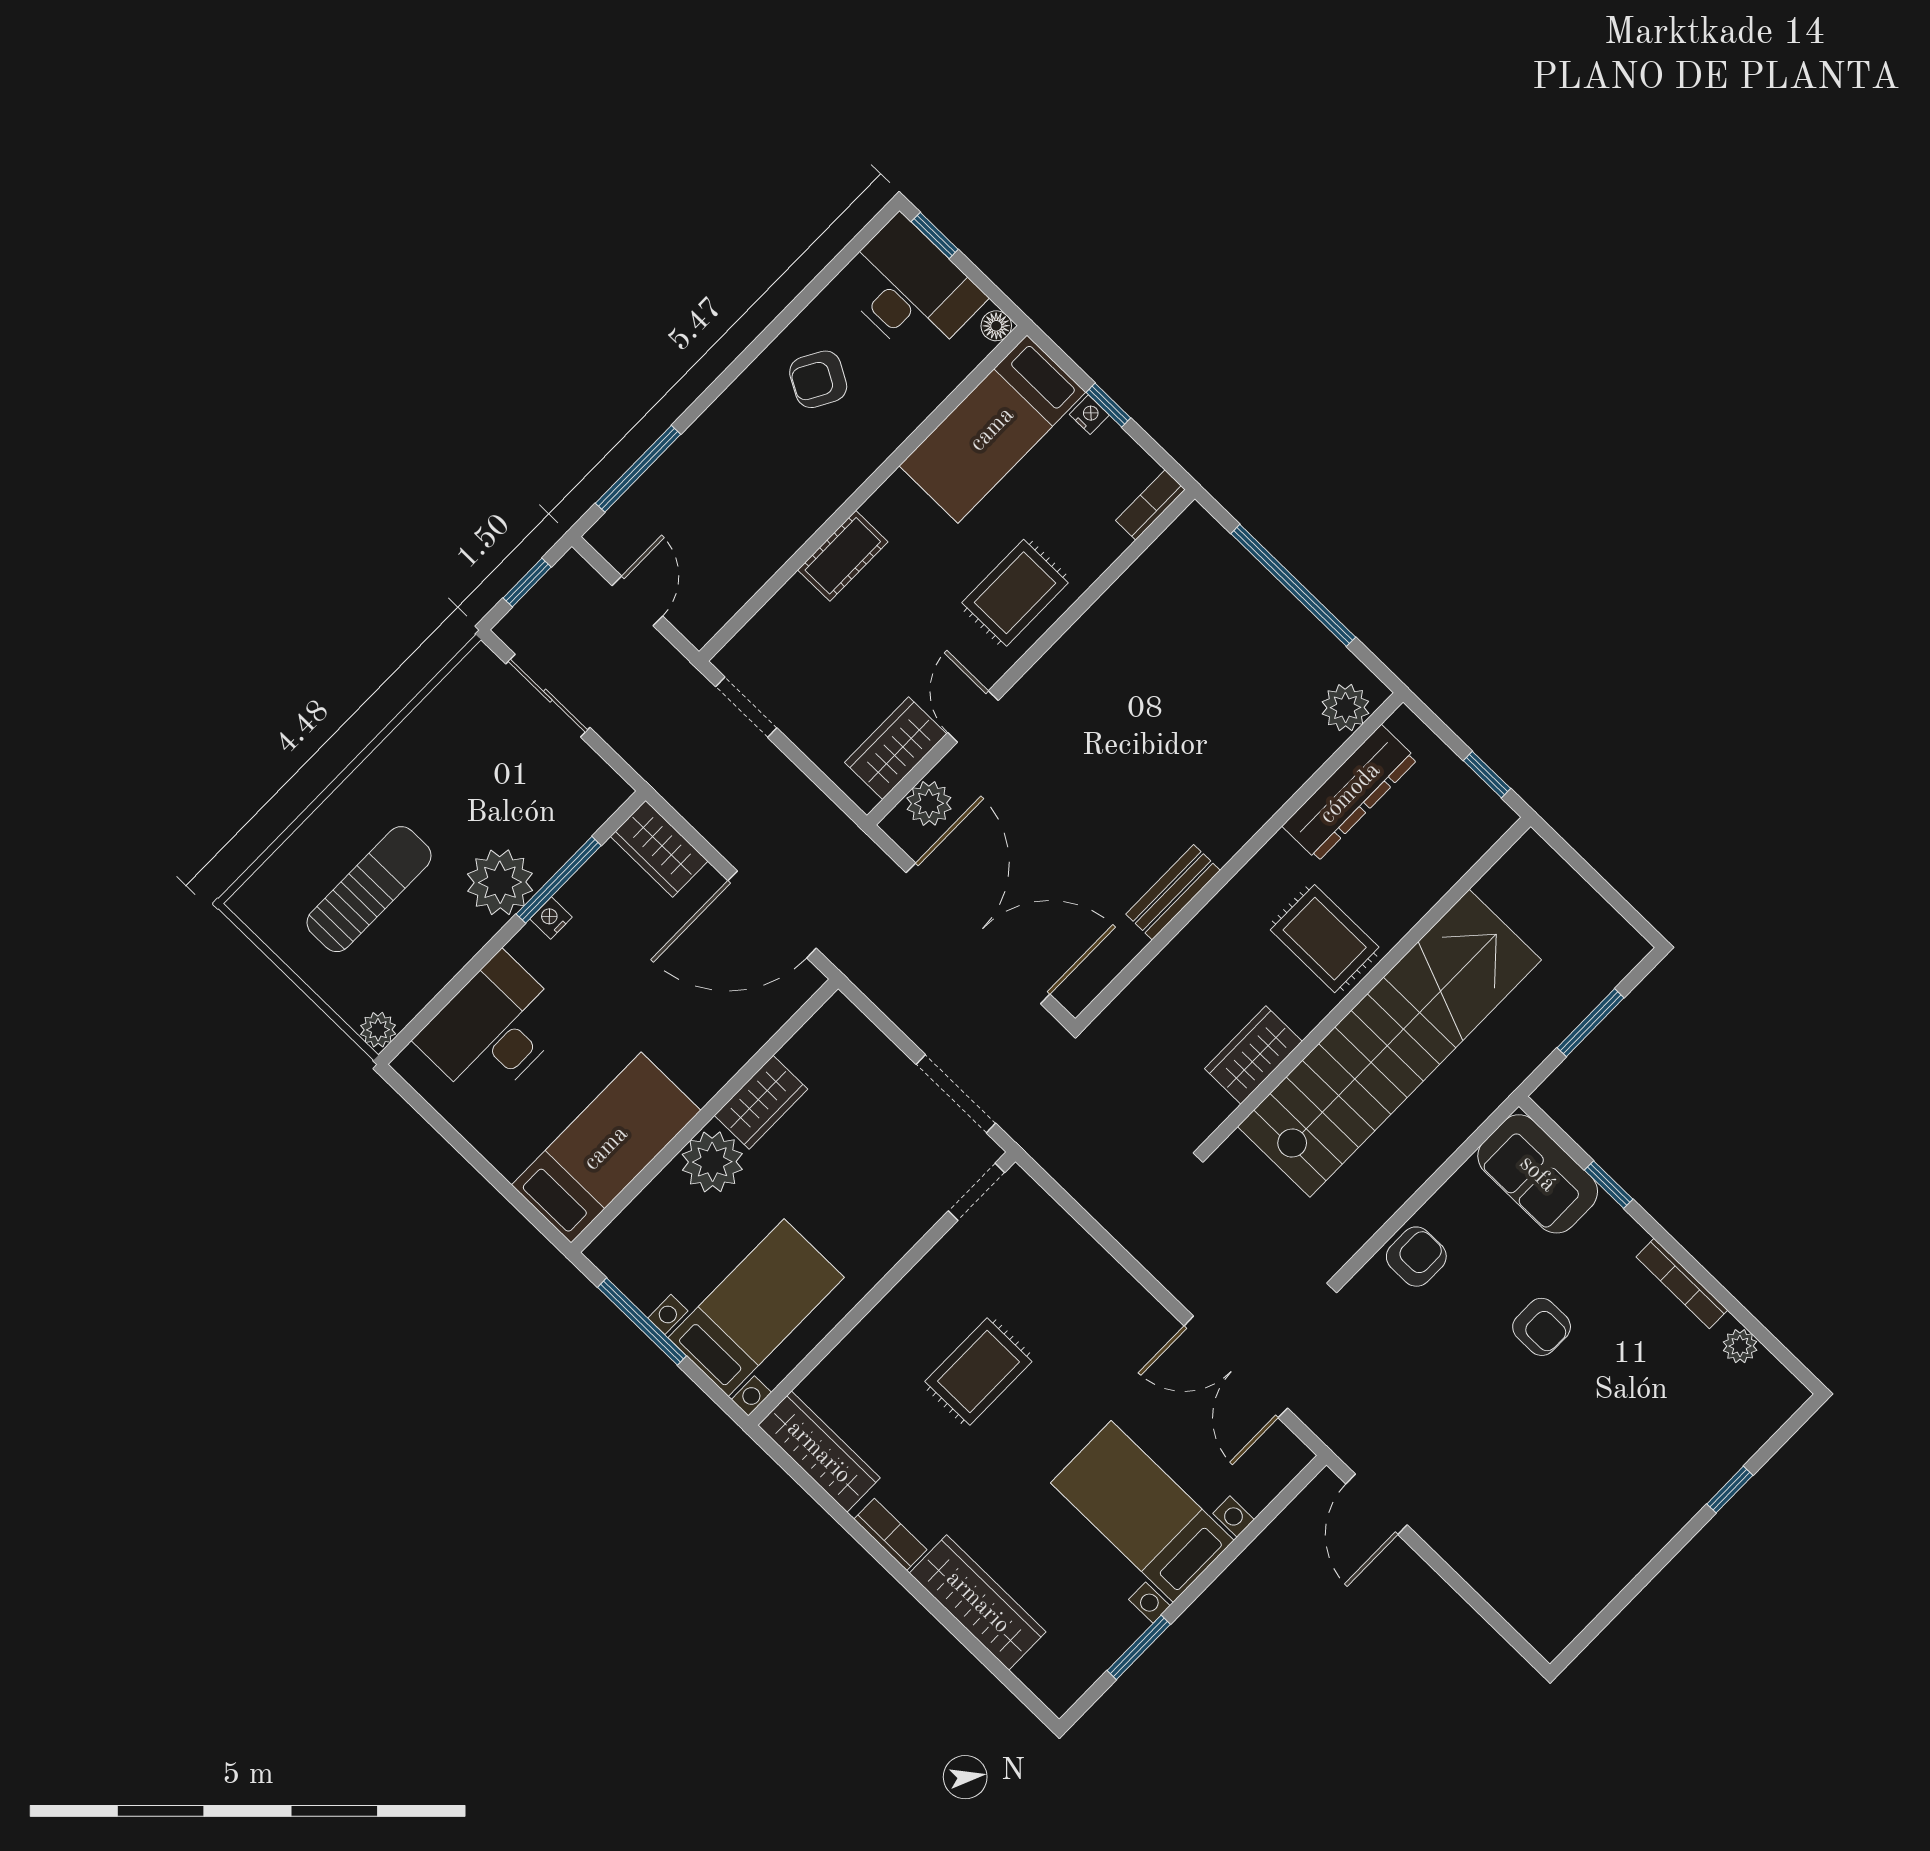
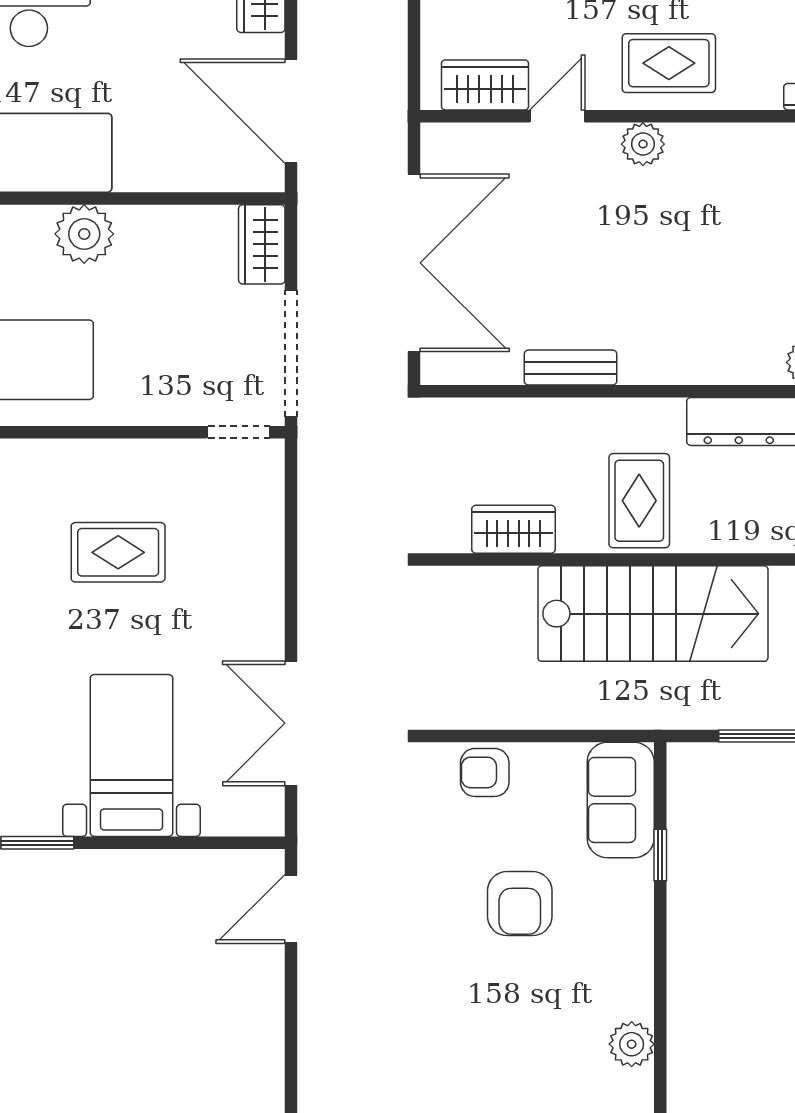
plant: (929, 803) -> (643, 144), moved
stairs: (1389, 1043) -> (653, 614), width x0.73
doorway: (956, 1094) -> (291, 354), width x1.36
wardrobe: (761, 1102) -> (262, 244), moved, turned 90
armchair: (1416, 1257) -> (485, 772), turned 180
bookcase: (1682, 1284) -> (642, 970), removed
armchair: (1542, 1327) -> (520, 904), width x1.38, depth x1.38
plant: (1740, 1346) -> (632, 1044), width x1.38, depth x1.38

